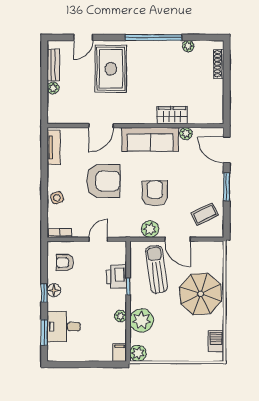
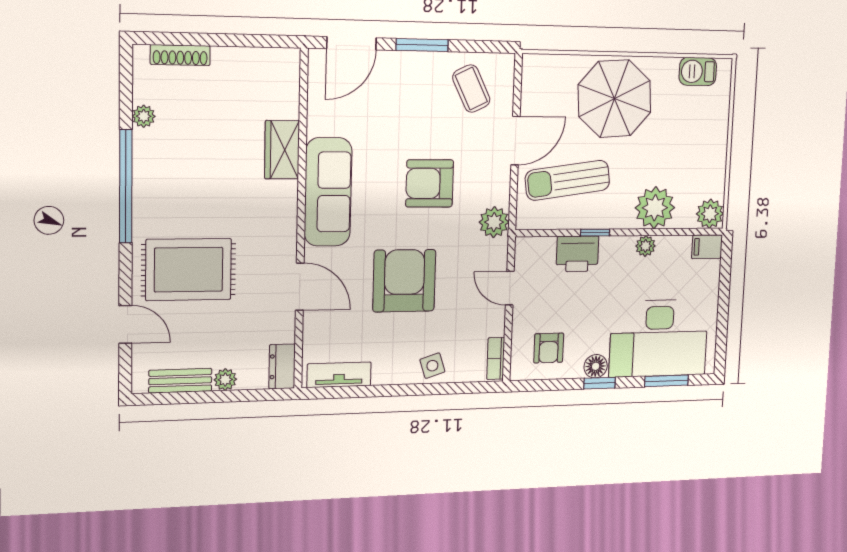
dresser: (59, 117) -> (282, 366), added
plant: (186, 134) -> (318, 123), removed
plant: (150, 229) -> (494, 222), moved
desk: (64, 327) -> (659, 338), width x1.87, depth x1.30

